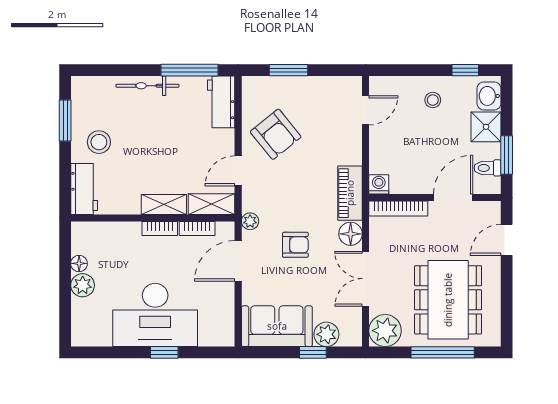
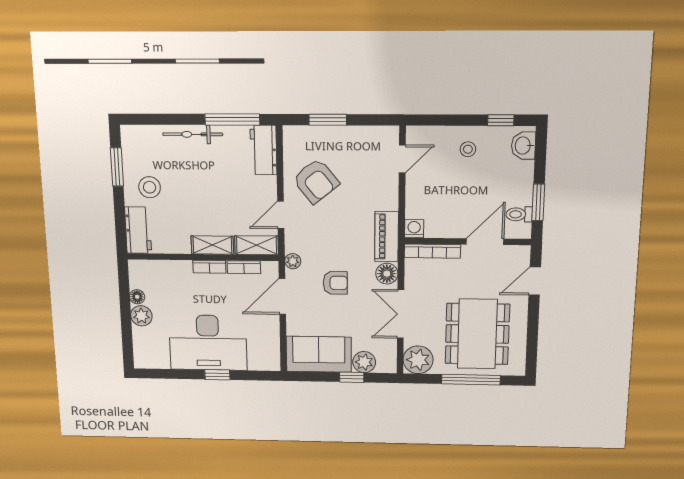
shower: (486, 127) -> (519, 175), removed

